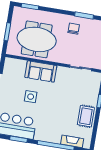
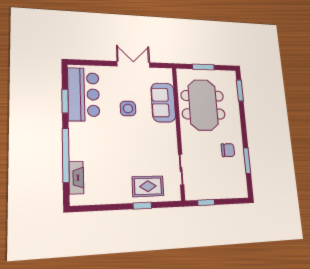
sofa: (41, 71) -> (163, 102), moved
rug: (86, 116) -> (148, 186), moved

